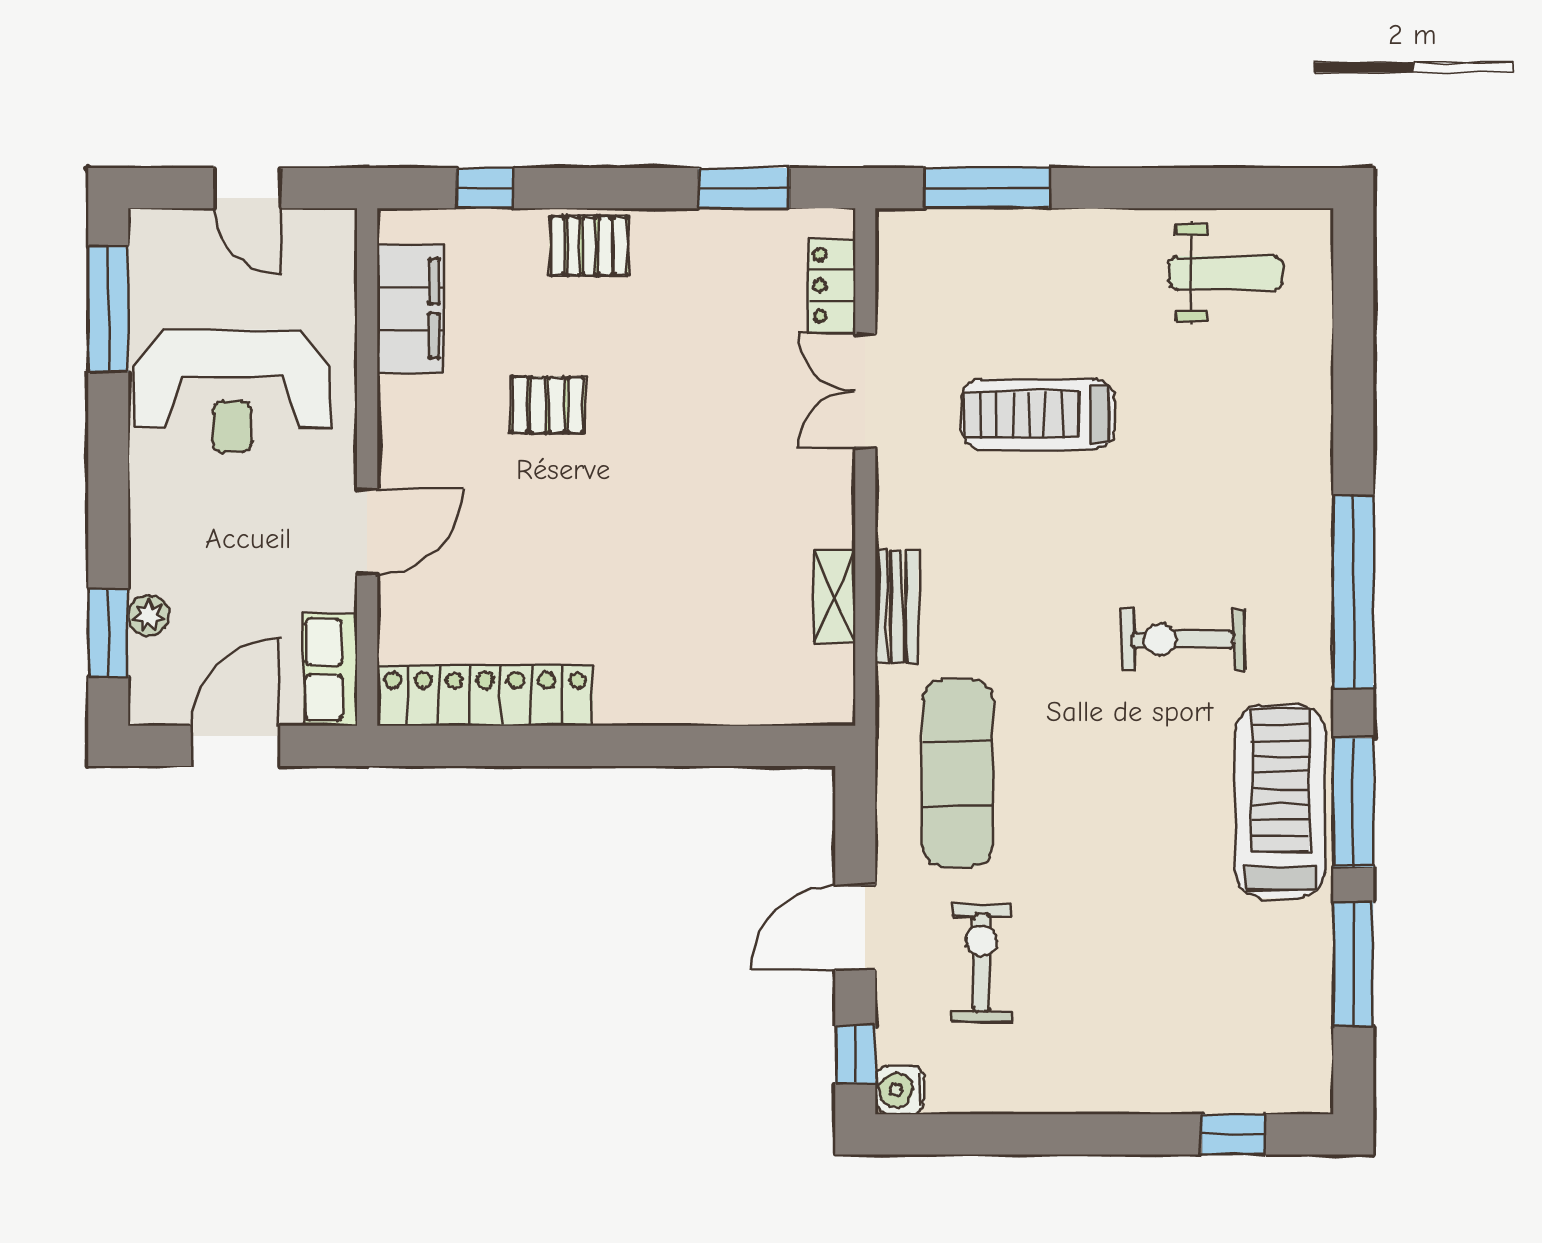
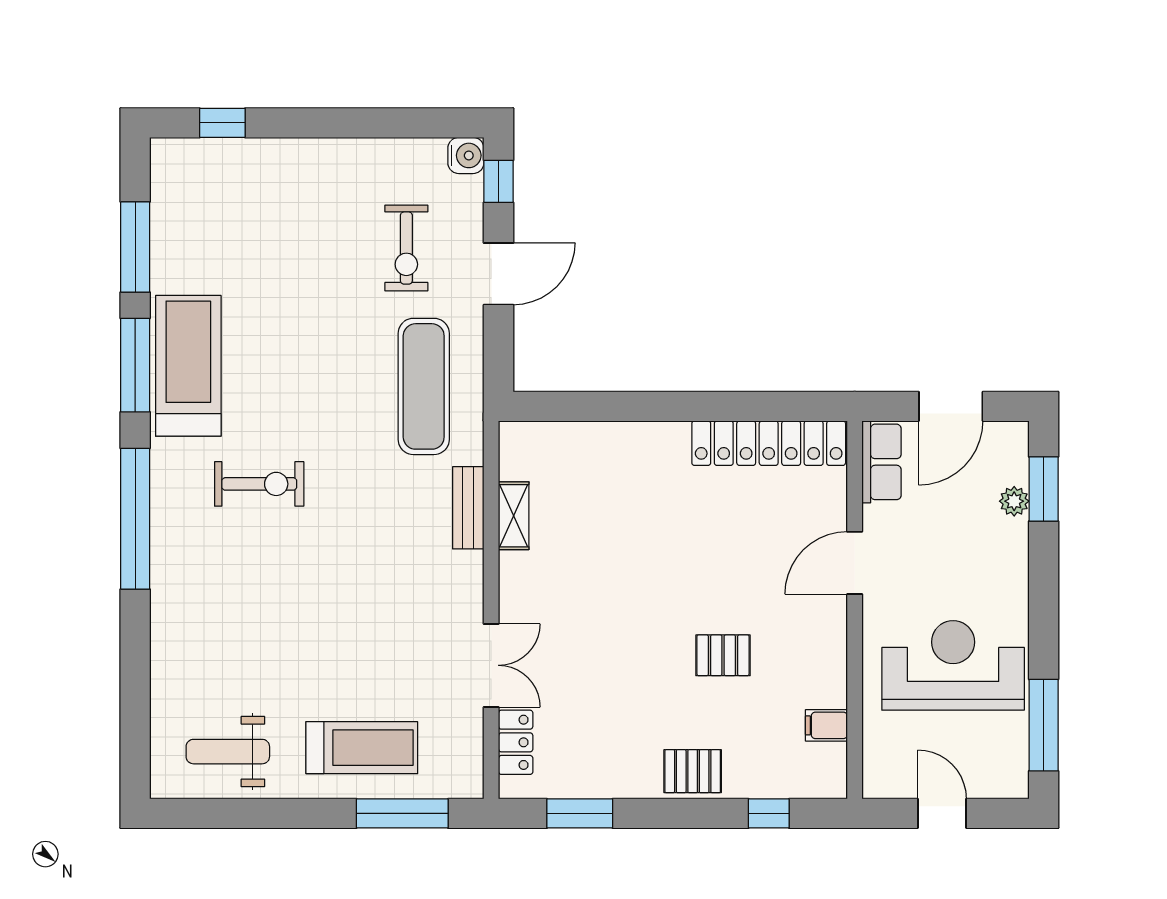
filing cabinet: (411, 309) -> (826, 725), width x0.33, depth x0.86
treadmill: (1038, 414) -> (362, 748), moved
treadmill: (1280, 801) -> (188, 366), turned 180

